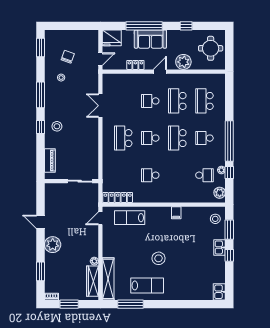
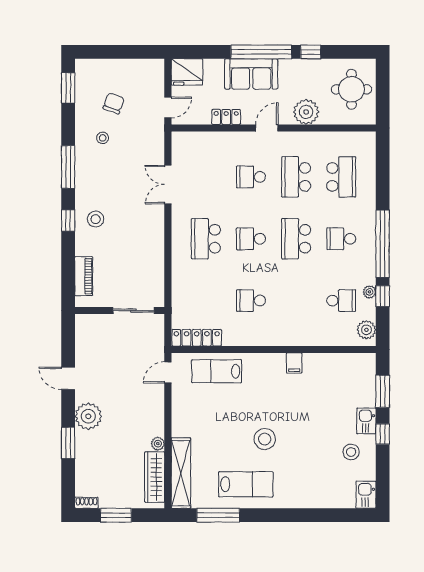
window: (144, 26) -> (261, 52), moved
school desk: (204, 101) -> (341, 177), turned 180
stool: (215, 219) -> (351, 452), moved
window: (40, 271) -> (68, 443), moved

